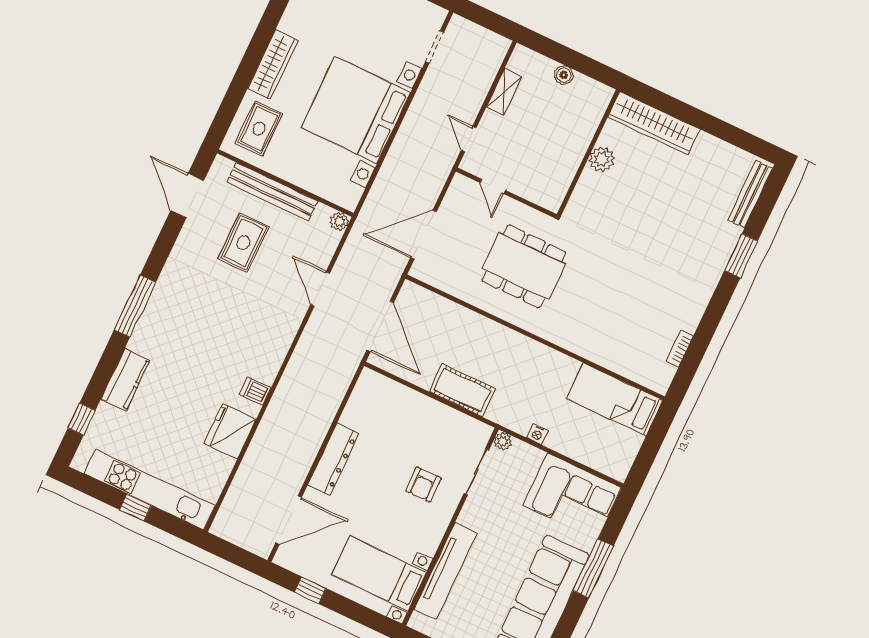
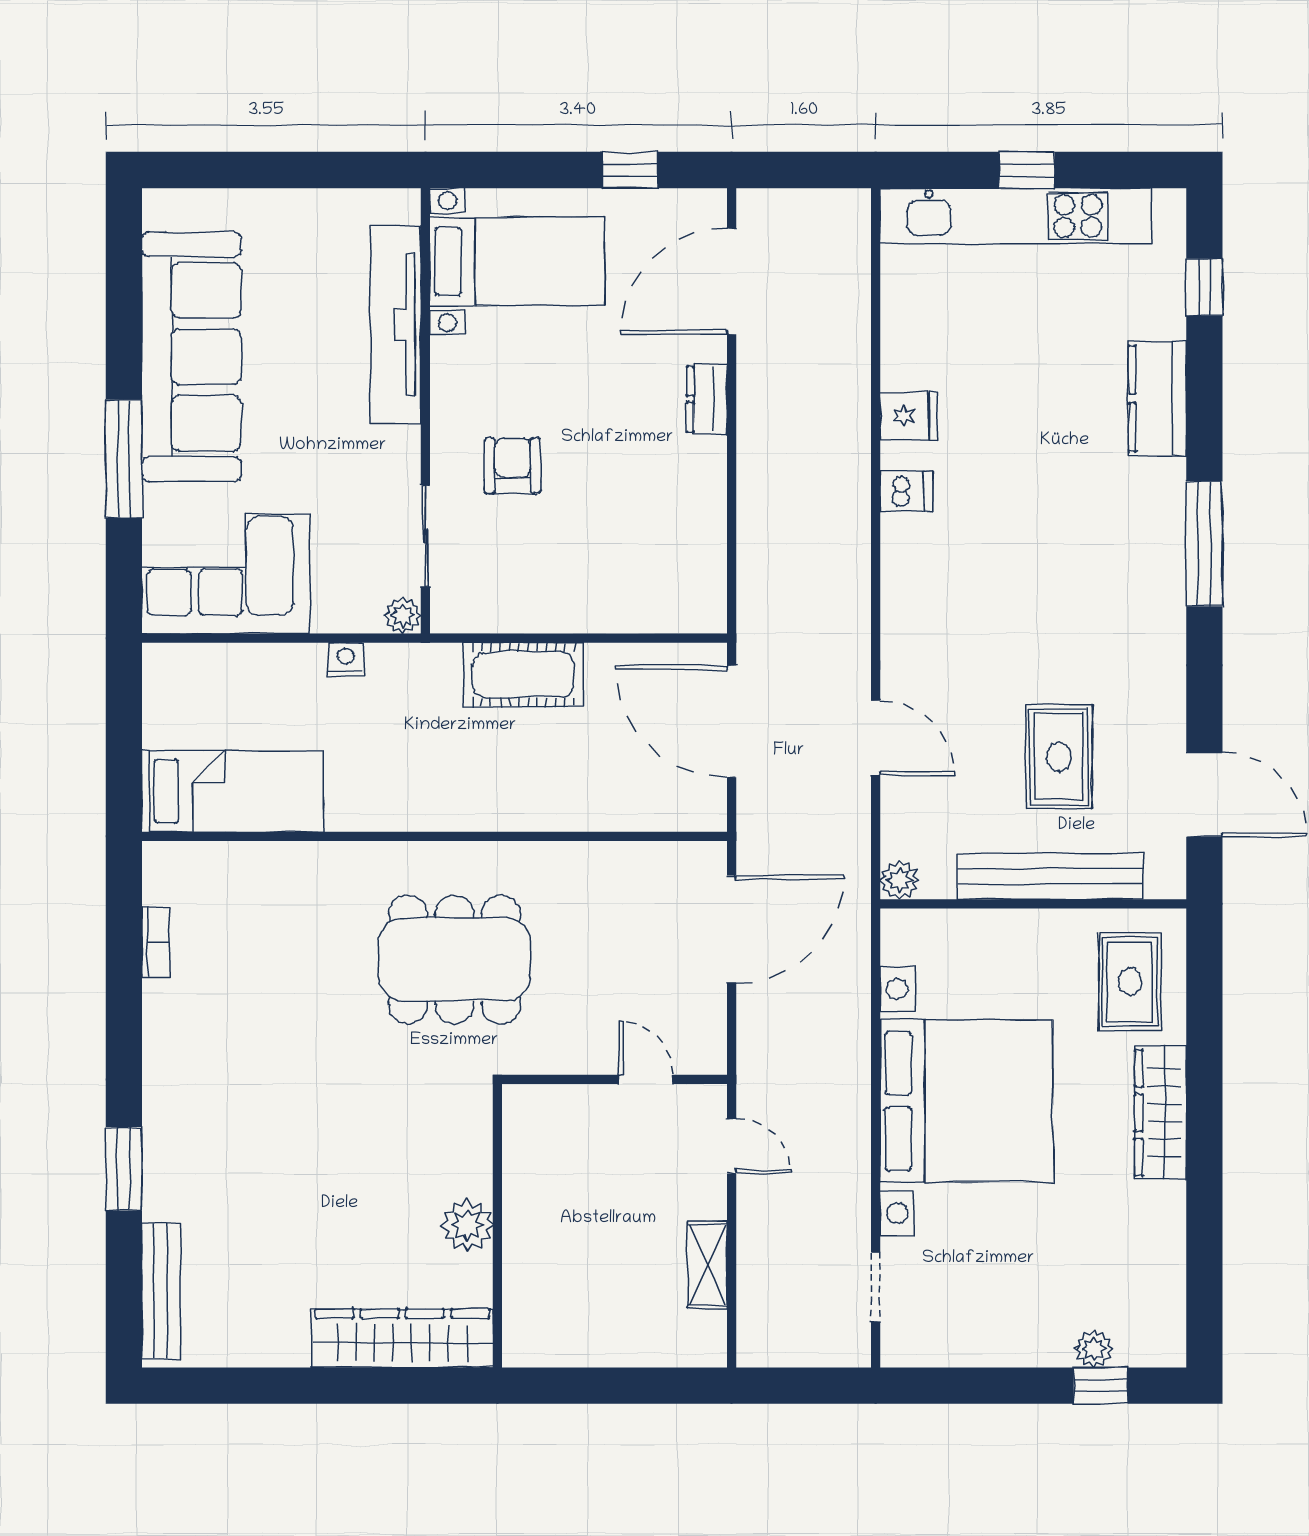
boiler: (564, 75) -> (611, 1348), removed
dining table: (524, 266) -> (454, 959), moved
fridge: (230, 431) -> (909, 416), width x0.53, depth x0.75
dresser: (333, 459) -> (707, 399), width x0.51, depth x0.80

